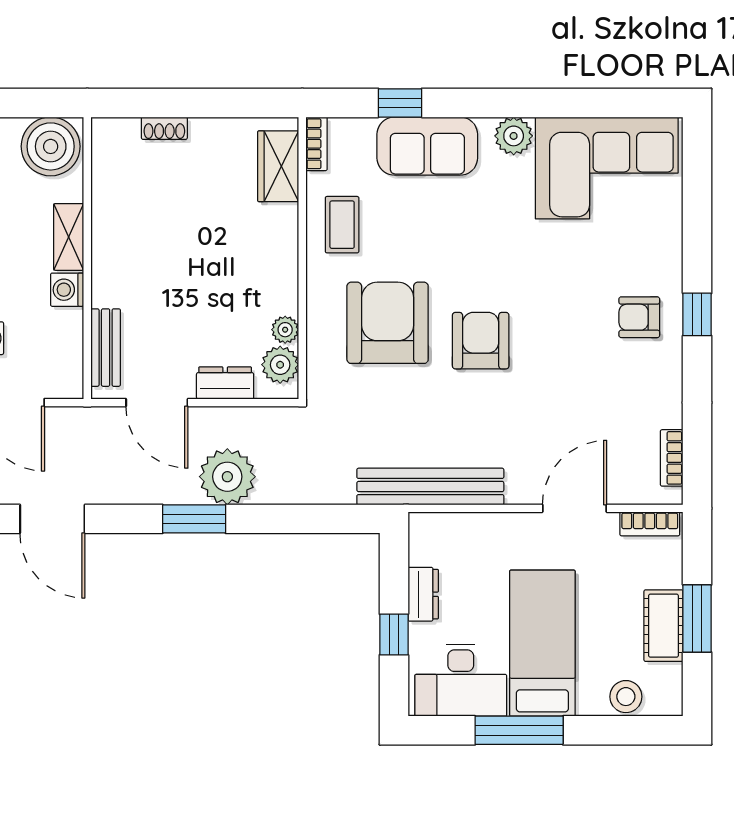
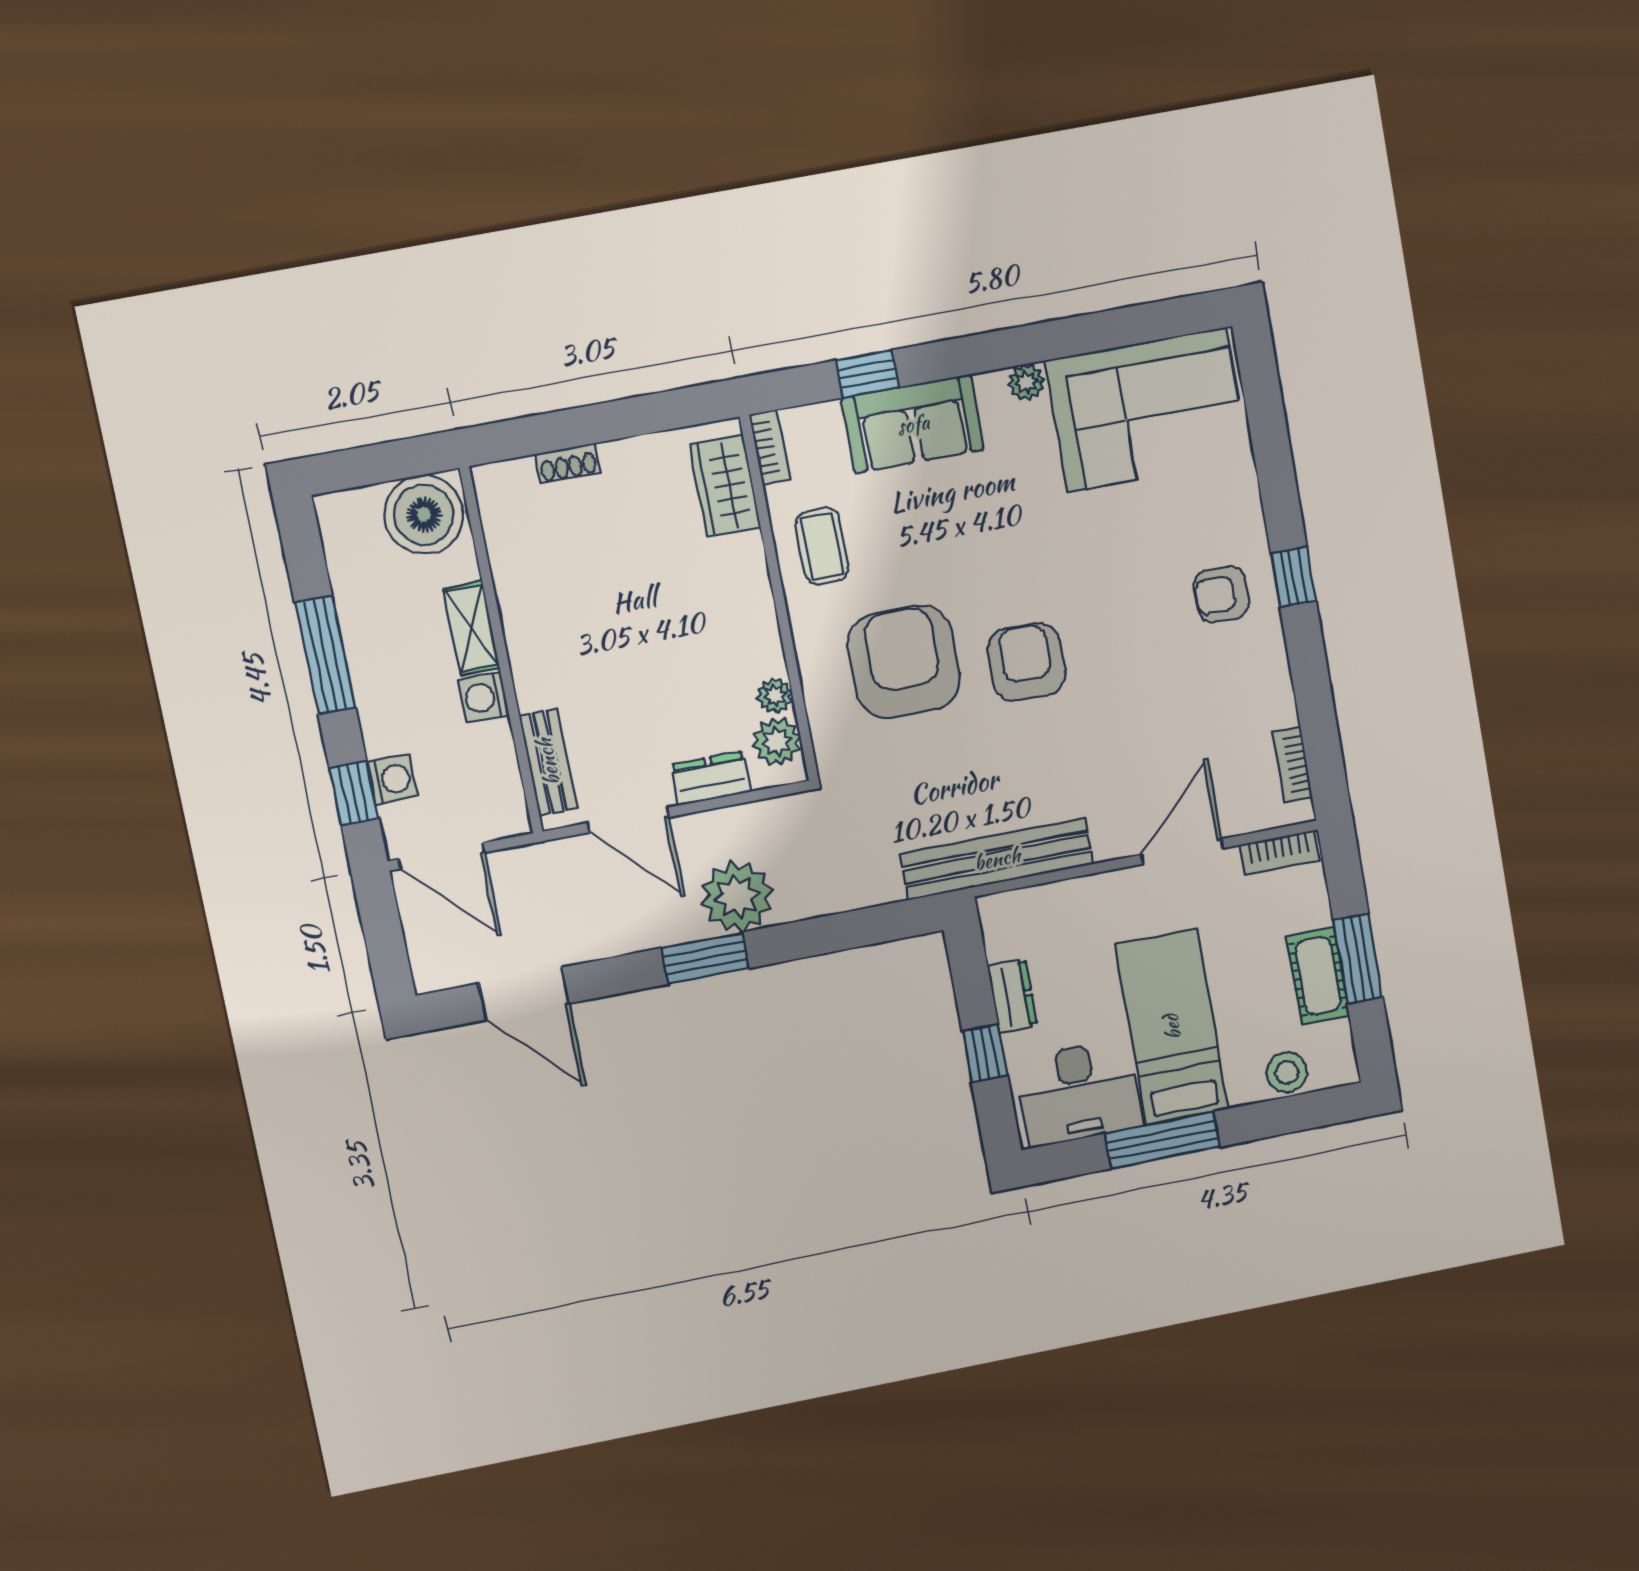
plant: (514, 136) -> (1026, 382), width x0.73, depth x0.73

